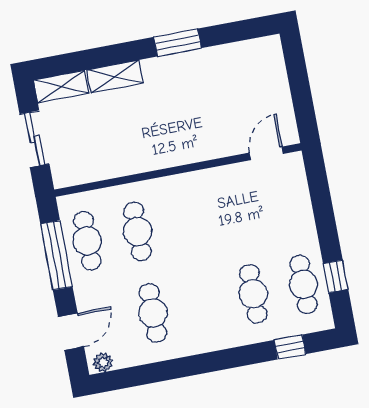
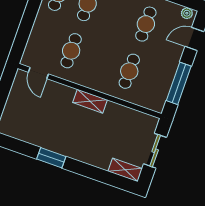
shelving: (115, 77) -> (90, 101), moved
door: (266, 153) -> (38, 73), hinge flipped
cafe table: (87, 241) -> (71, 51), moved

